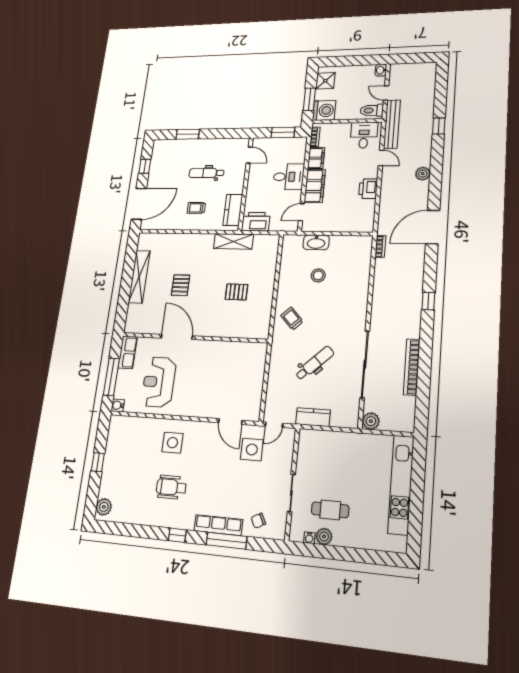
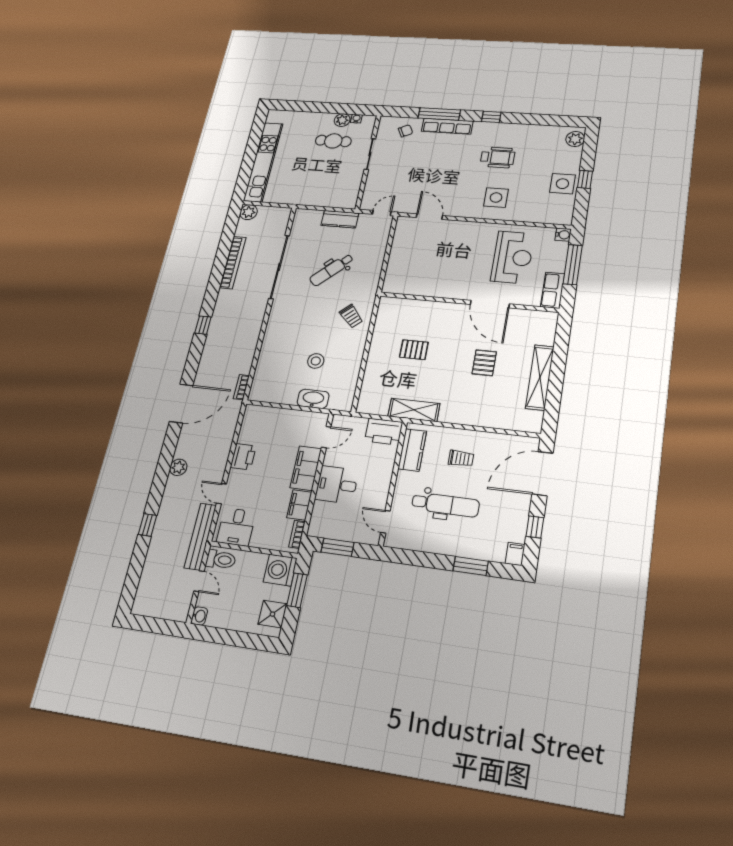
filing cabinet: (158, 147) -> (515, 554), added
dental chair: (206, 173) -> (445, 505), width x1.36, depth x1.38
plant: (371, 421) -> (249, 212), moved
side table: (252, 449) -> (562, 184), moved

